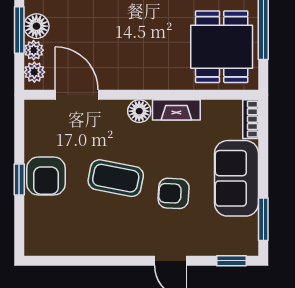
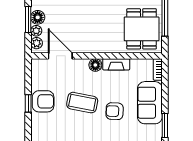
armchair: (46, 176) -> (43, 101), turned -90

